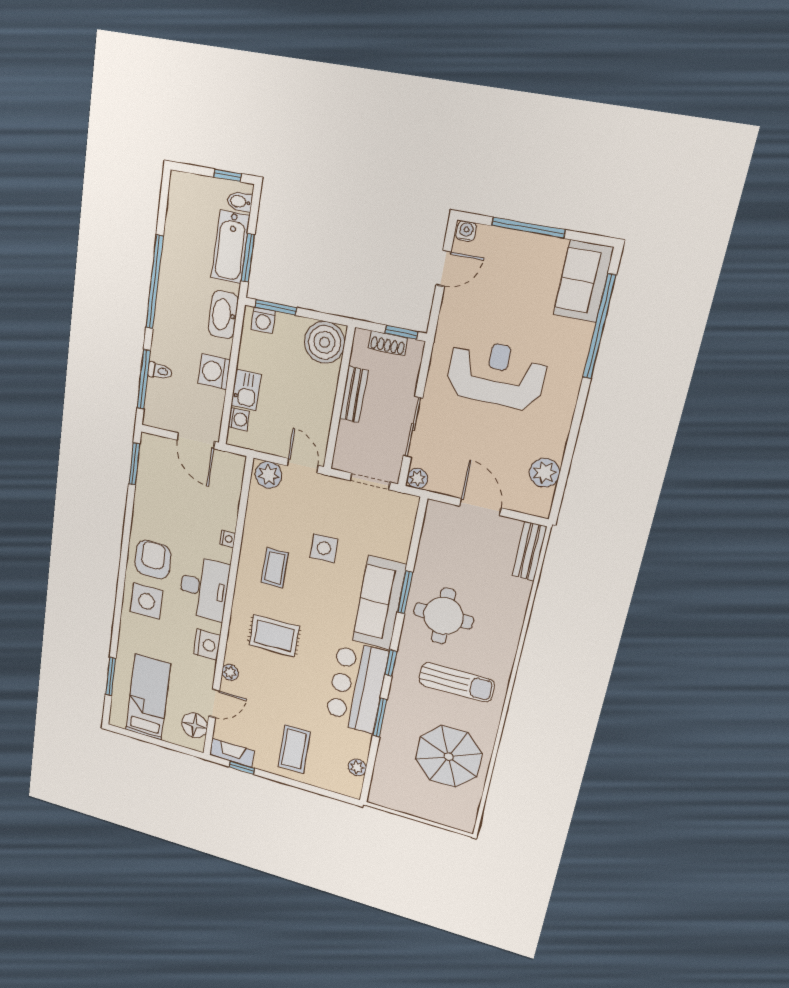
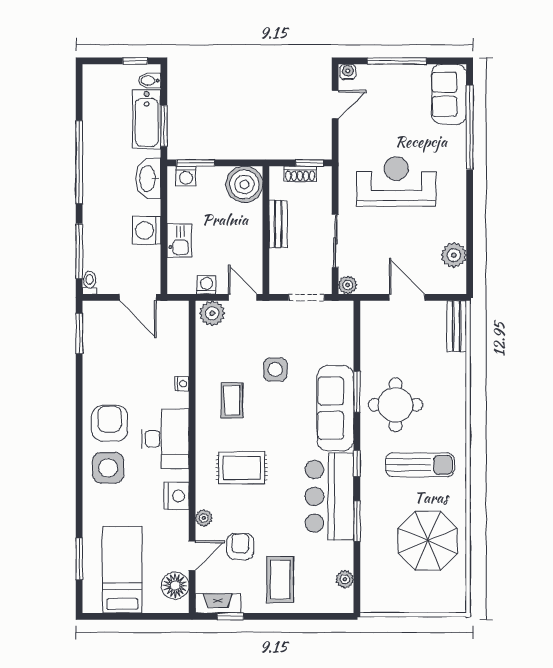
toilet: (160, 371) -> (90, 283), moved, turned -90
washing machine: (239, 419) -> (207, 285), moved, turned -90
armchair: (261, 708) -> (240, 546), added

